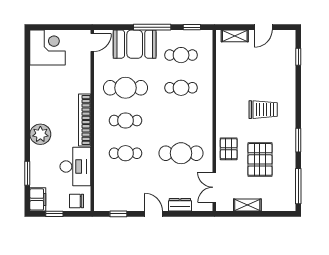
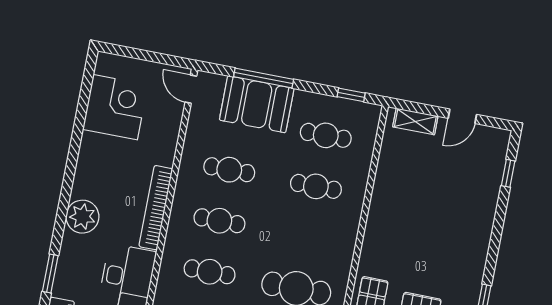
window: (152, 27) -> (264, 78), moved
door: (92, 43) -> (191, 89), swing flipped
corner desk: (48, 47) -> (115, 107), moved
cafe table: (125, 88) -> (229, 170), width x0.73, depth x0.74
trolley: (263, 110) -> (438, 245), removed

